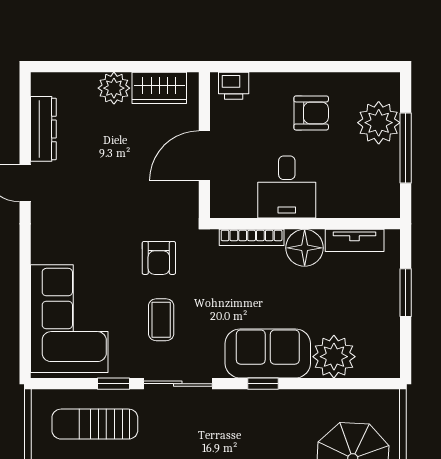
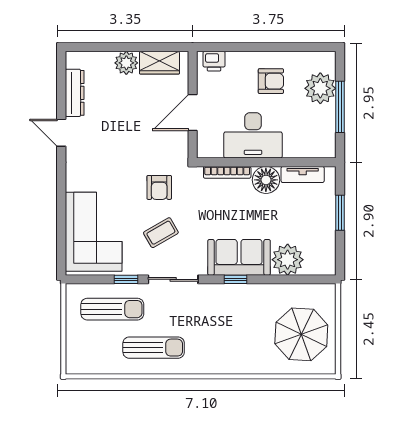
desk: (287, 187) -> (253, 135), width x1.37
coffee table: (161, 320) -> (161, 233), turned 60
sun lounger: (95, 424) -> (112, 309), turned 180

